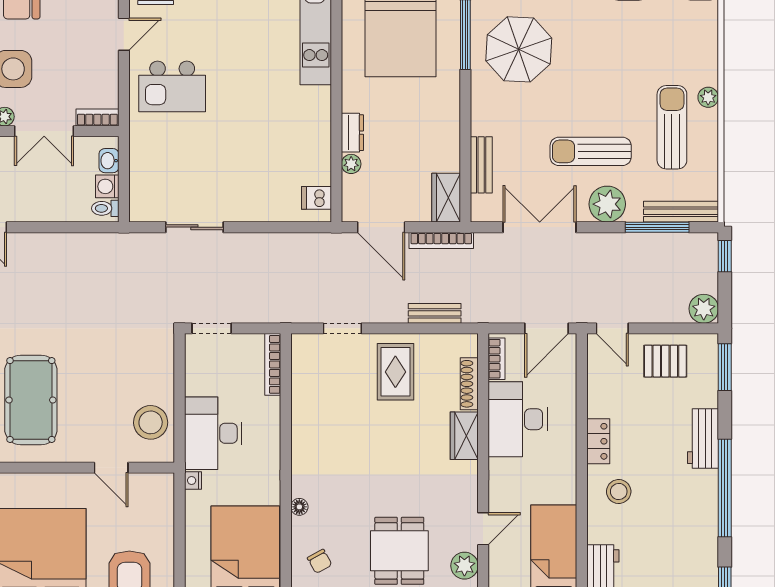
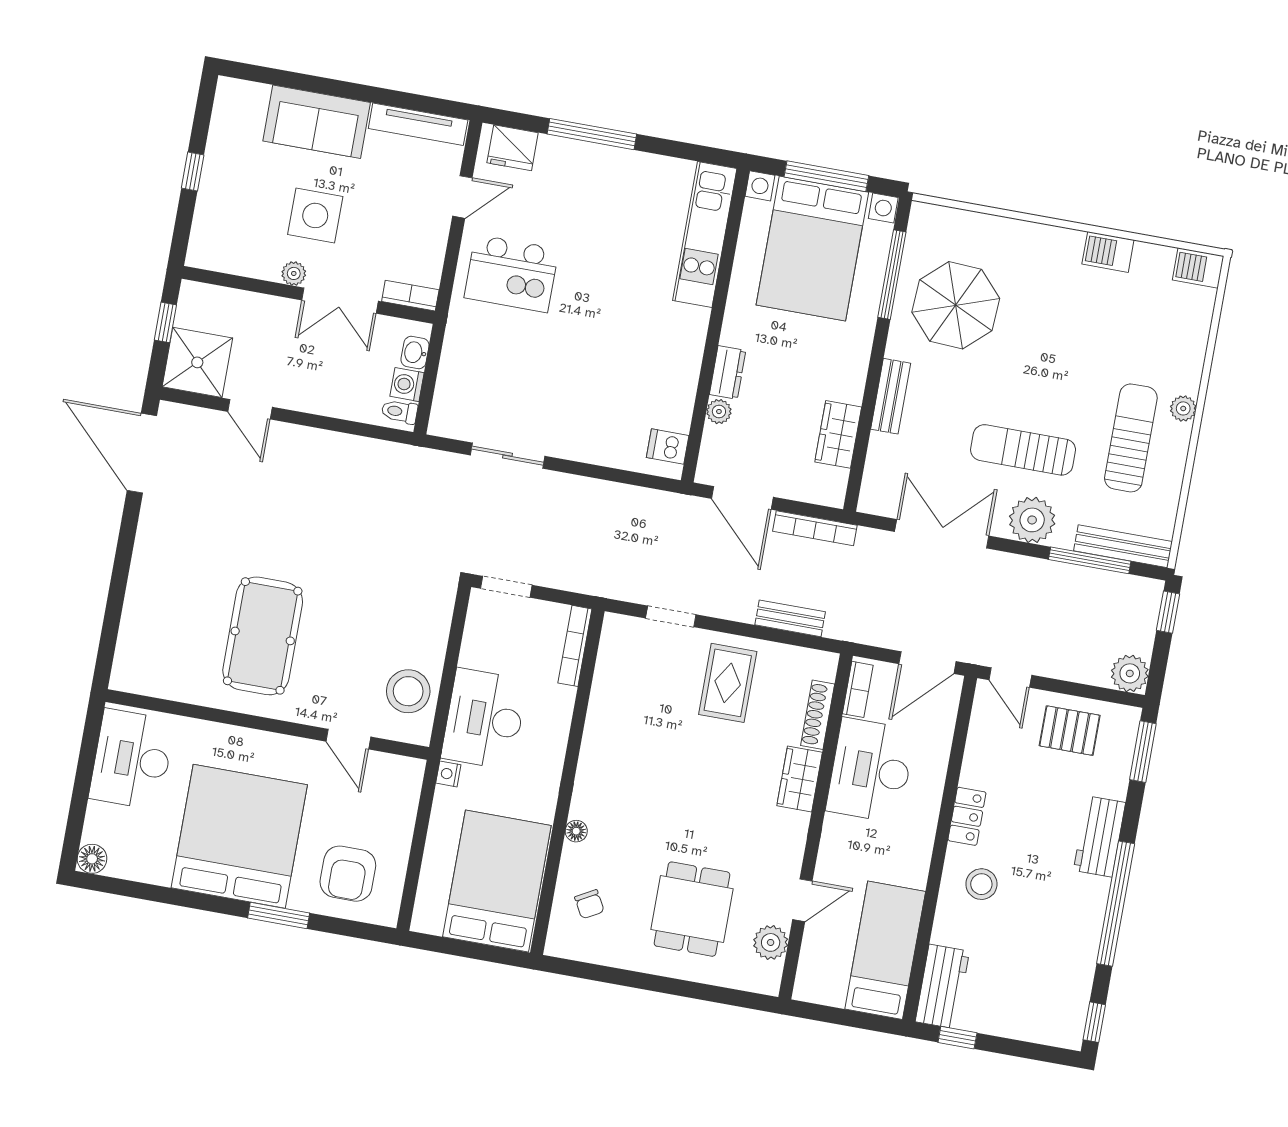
bench: (481, 165) -> (891, 396), moved
wardrobe: (446, 198) -> (838, 434), moved

